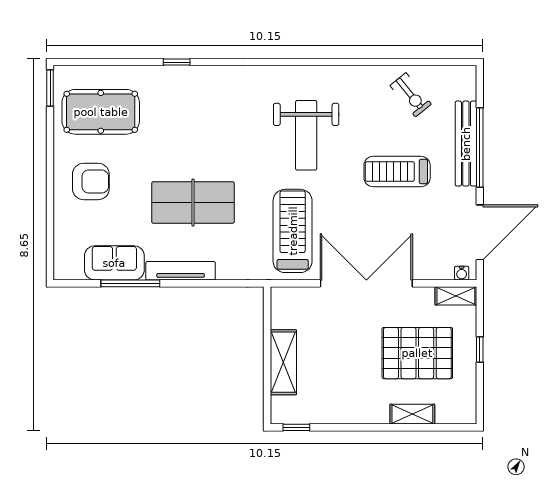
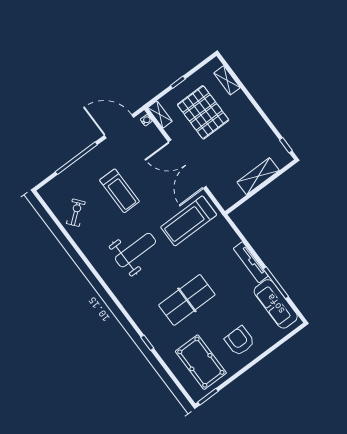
bench: (466, 144) -> (80, 167), removed
table tennis table: (193, 203) -> (187, 300), moved, turned 90
sofa: (114, 263) -> (276, 304), width x1.36
shelving: (412, 414) -> (227, 80), moved

